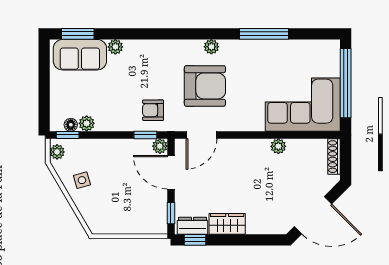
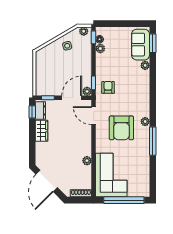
window: (264, 34) -> (153, 141), moved
armchair: (205, 86) -> (121, 128), moved

